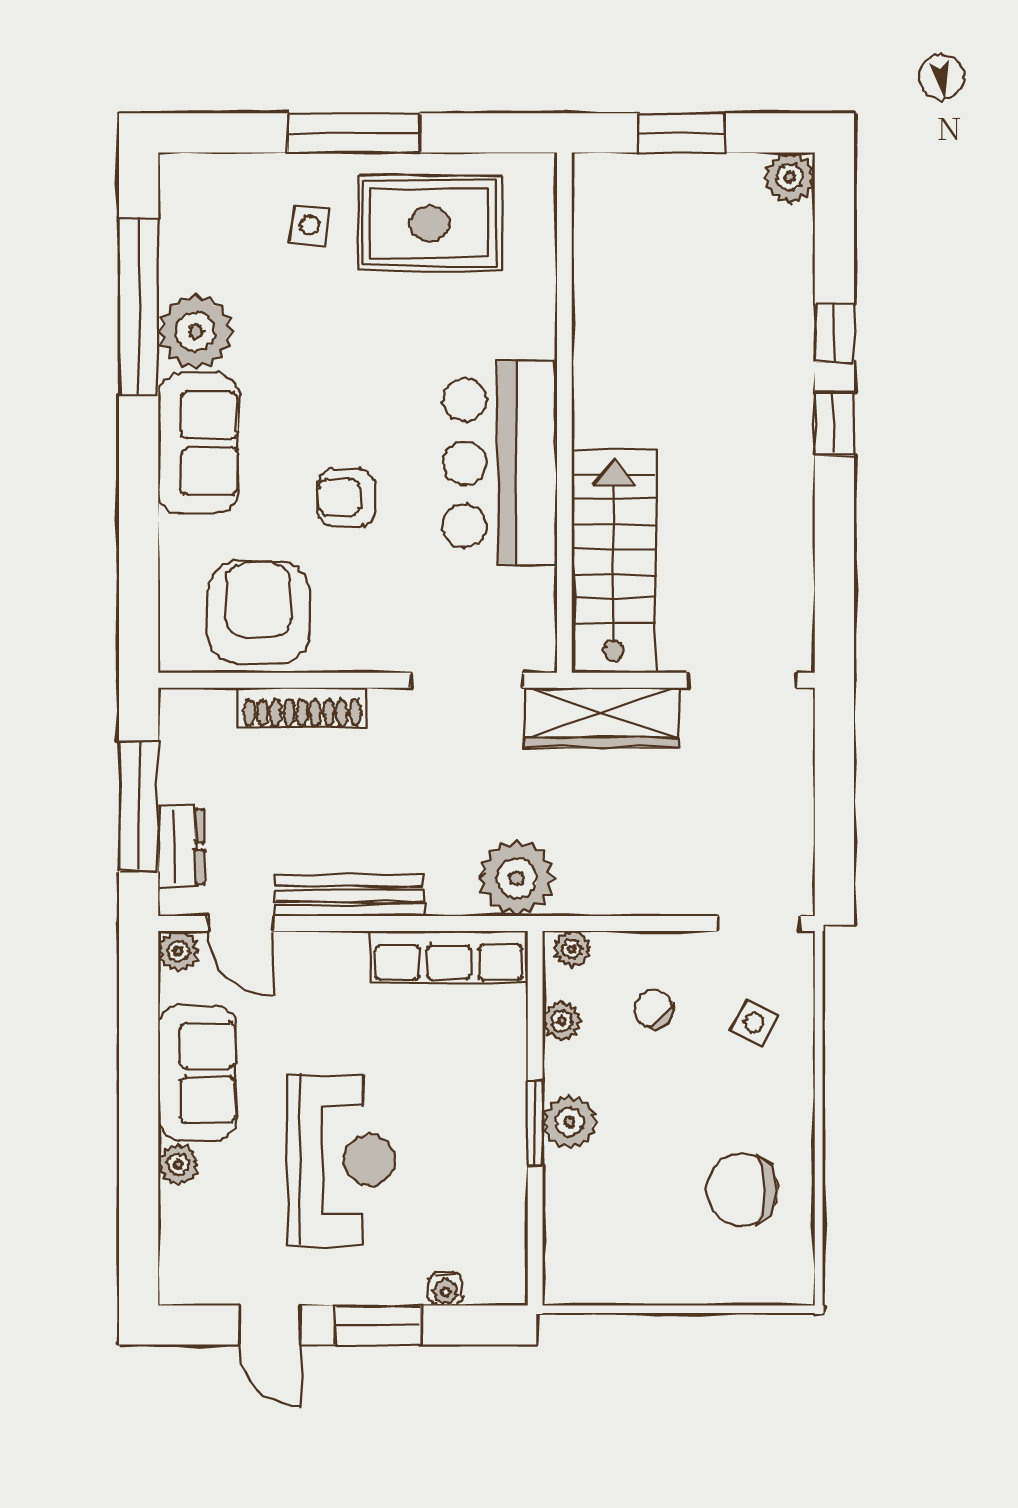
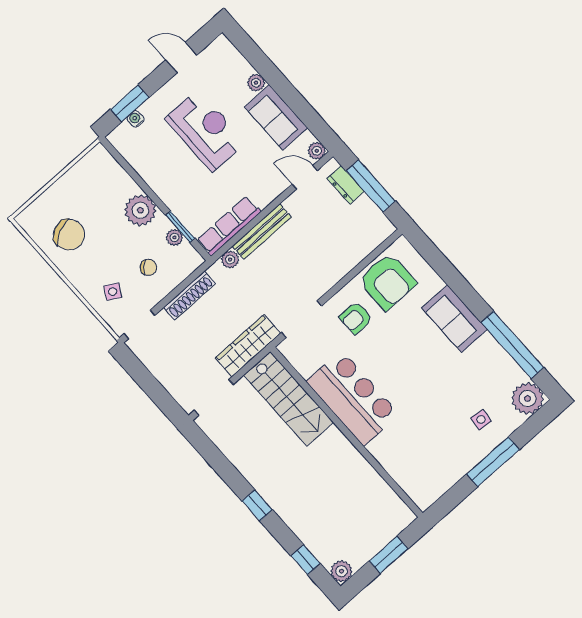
rug: (430, 223) -> (443, 454), removed
plant: (195, 332) -> (528, 398), moved
window: (834, 333) -> (306, 560), moved
armchair: (346, 497) -> (356, 318), moved, turned 180
shoe rack: (302, 707) -> (189, 295), moved, turned 180
plant: (517, 878) -> (230, 259), width x0.53, depth x0.53
bench: (349, 895) -> (262, 232), moved
plant: (572, 949) -> (192, 263), removed
plant: (569, 1122) -> (140, 210), width x1.36, depth x1.36
window: (535, 1123) -> (180, 227), moved
reception desk: (341, 1160) -> (205, 131), turned 180
chair: (742, 1190) -> (69, 235), turned 63
window: (378, 1325) -> (130, 103), moved

